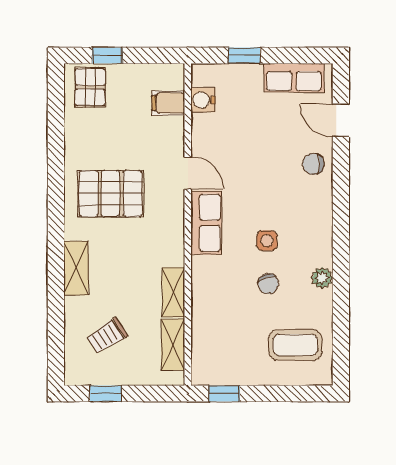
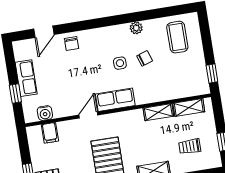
row of seats: (294, 78) -> (26, 78), moved
trolley: (107, 336) -> (190, 146), turned 122

